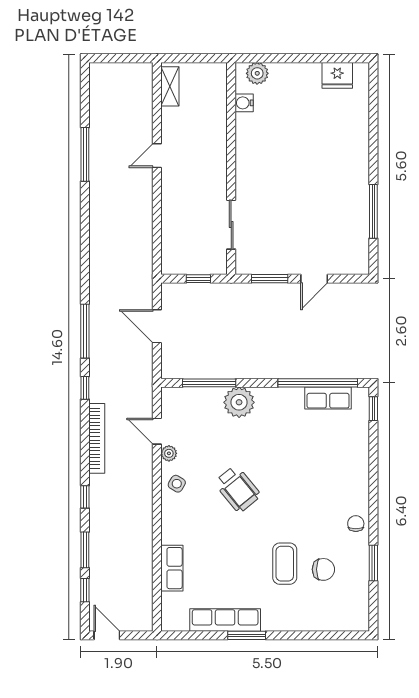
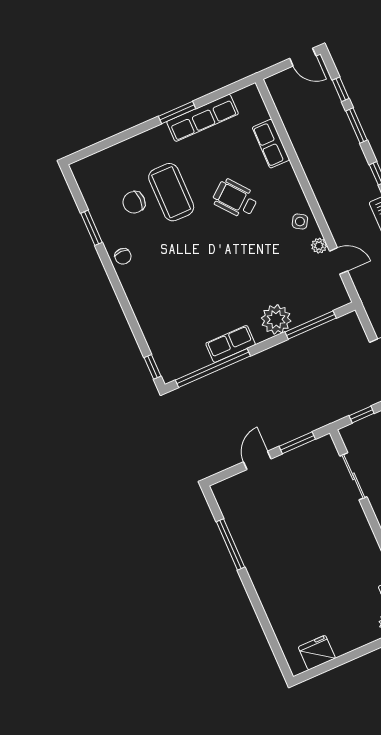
row of seats: (328, 398) -> (231, 344), moved
wheelchair: (238, 489) -> (235, 199), moved
coffee table: (285, 564) -> (171, 192), width x1.36, depth x1.32

